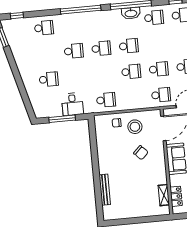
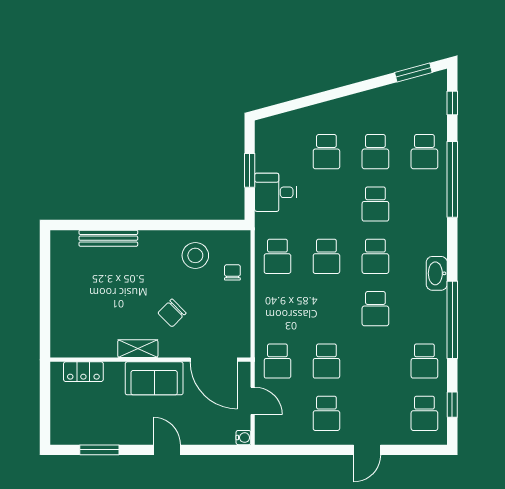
window: (81, 10) -> (452, 179), moved
washbasin: (131, 13) -> (437, 273), moved
school desk: (46, 54) -> (375, 152), added
school desk: (131, 72) -> (326, 256), moved
window: (62, 119) -> (250, 170), width x0.69
stool: (135, 127) -> (195, 255), moved
shelving: (164, 195) -> (138, 349), moved

